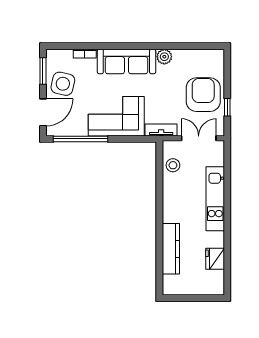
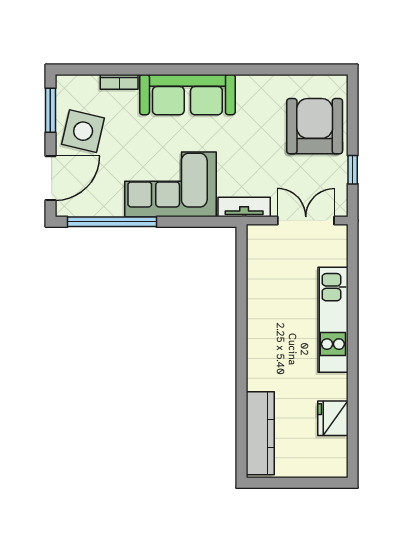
plant: (164, 57) -> (249, 87), removed
armchair: (203, 95) -> (315, 126), moved
stool: (173, 165) -> (264, 265), removed
kitchen counter: (171, 249) -> (260, 433), moved

